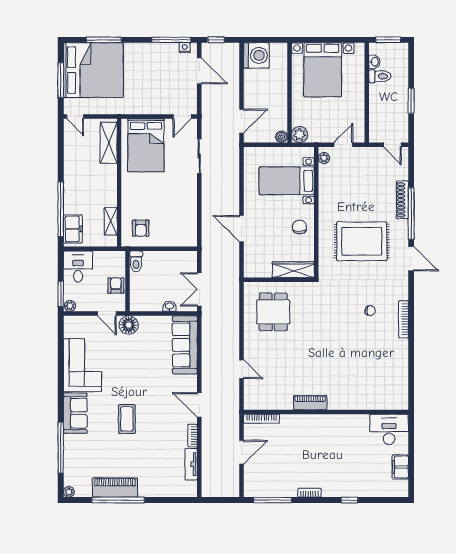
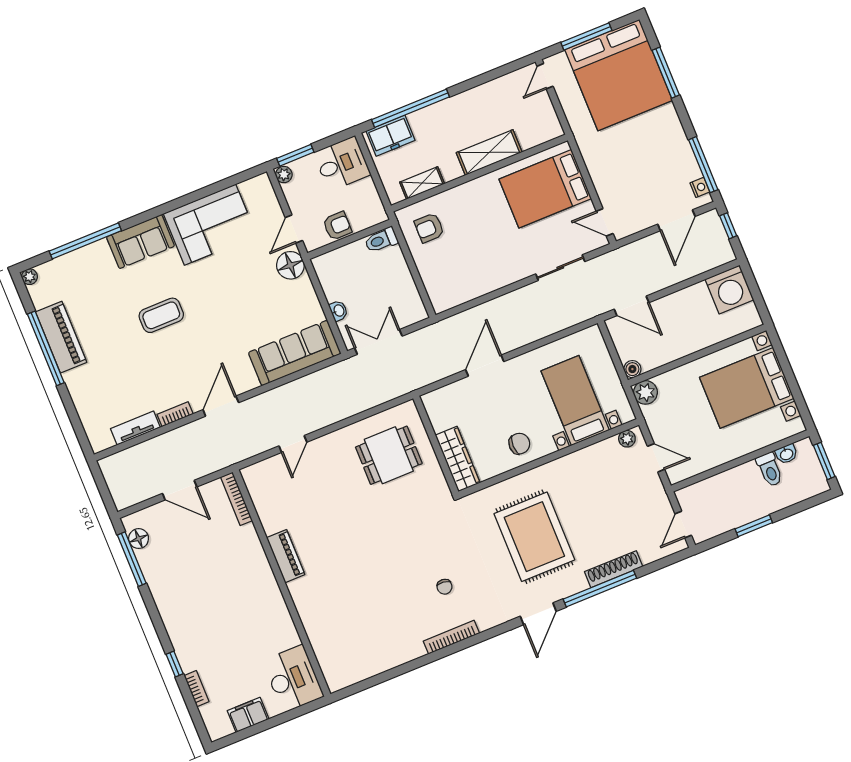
shelving: (109, 143) -> (489, 152), moved
floor lamp: (261, 491) -> (139, 539), added
bookcase: (310, 493) -> (196, 689), moved

